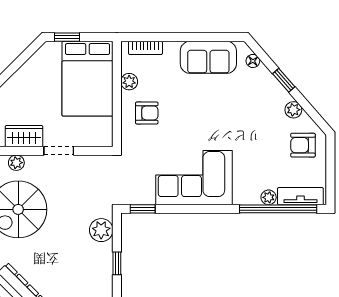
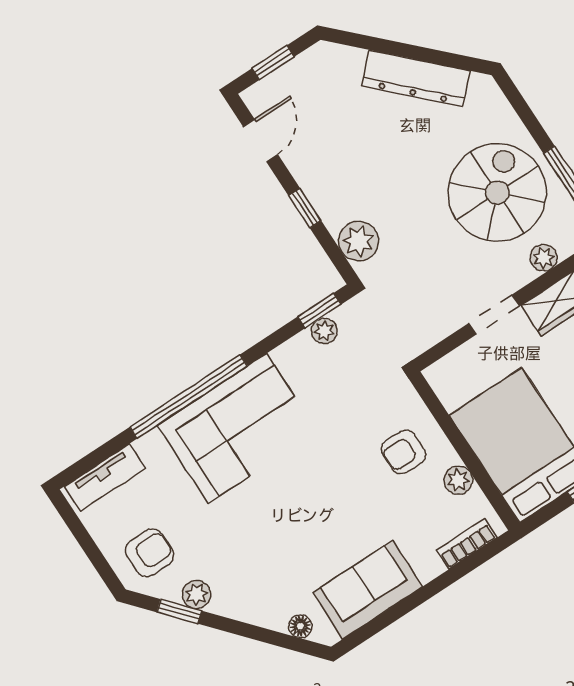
window: (284, 80) -> (179, 611), moved
corner sofa: (194, 178) -> (237, 429), moved
plant: (269, 197) -> (324, 331), moved
window: (278, 209) -> (189, 396), moved

